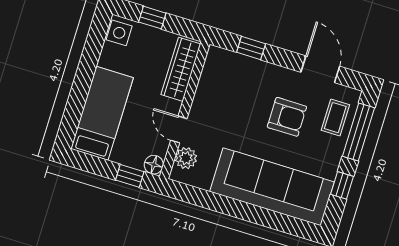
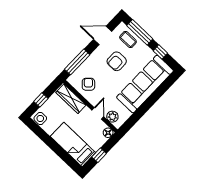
window: (251, 48) -> (77, 62), width x2.17
armchair: (222, 87) -> (88, 84), added
armchair: (287, 117) -> (117, 61), turned 180
door: (179, 129) -> (98, 113), swing flipped
window: (130, 176) -> (99, 155), moved

